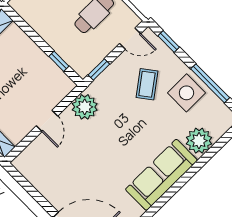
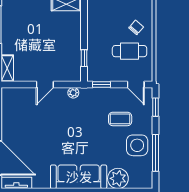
coffee table: (147, 84) -> (120, 119), turned 37
plant: (85, 107) -> (73, 93), width x0.53, depth x0.53

